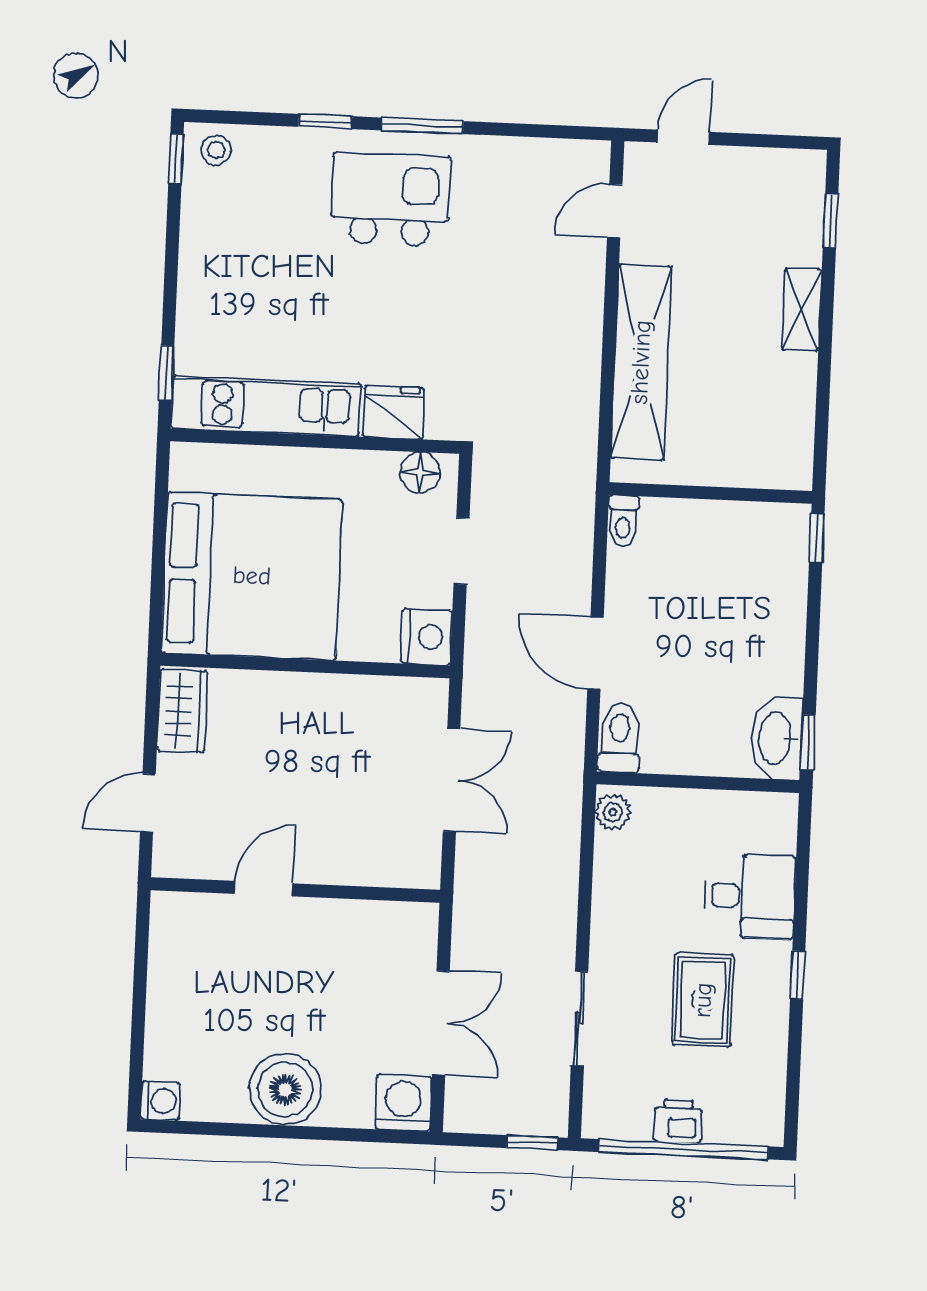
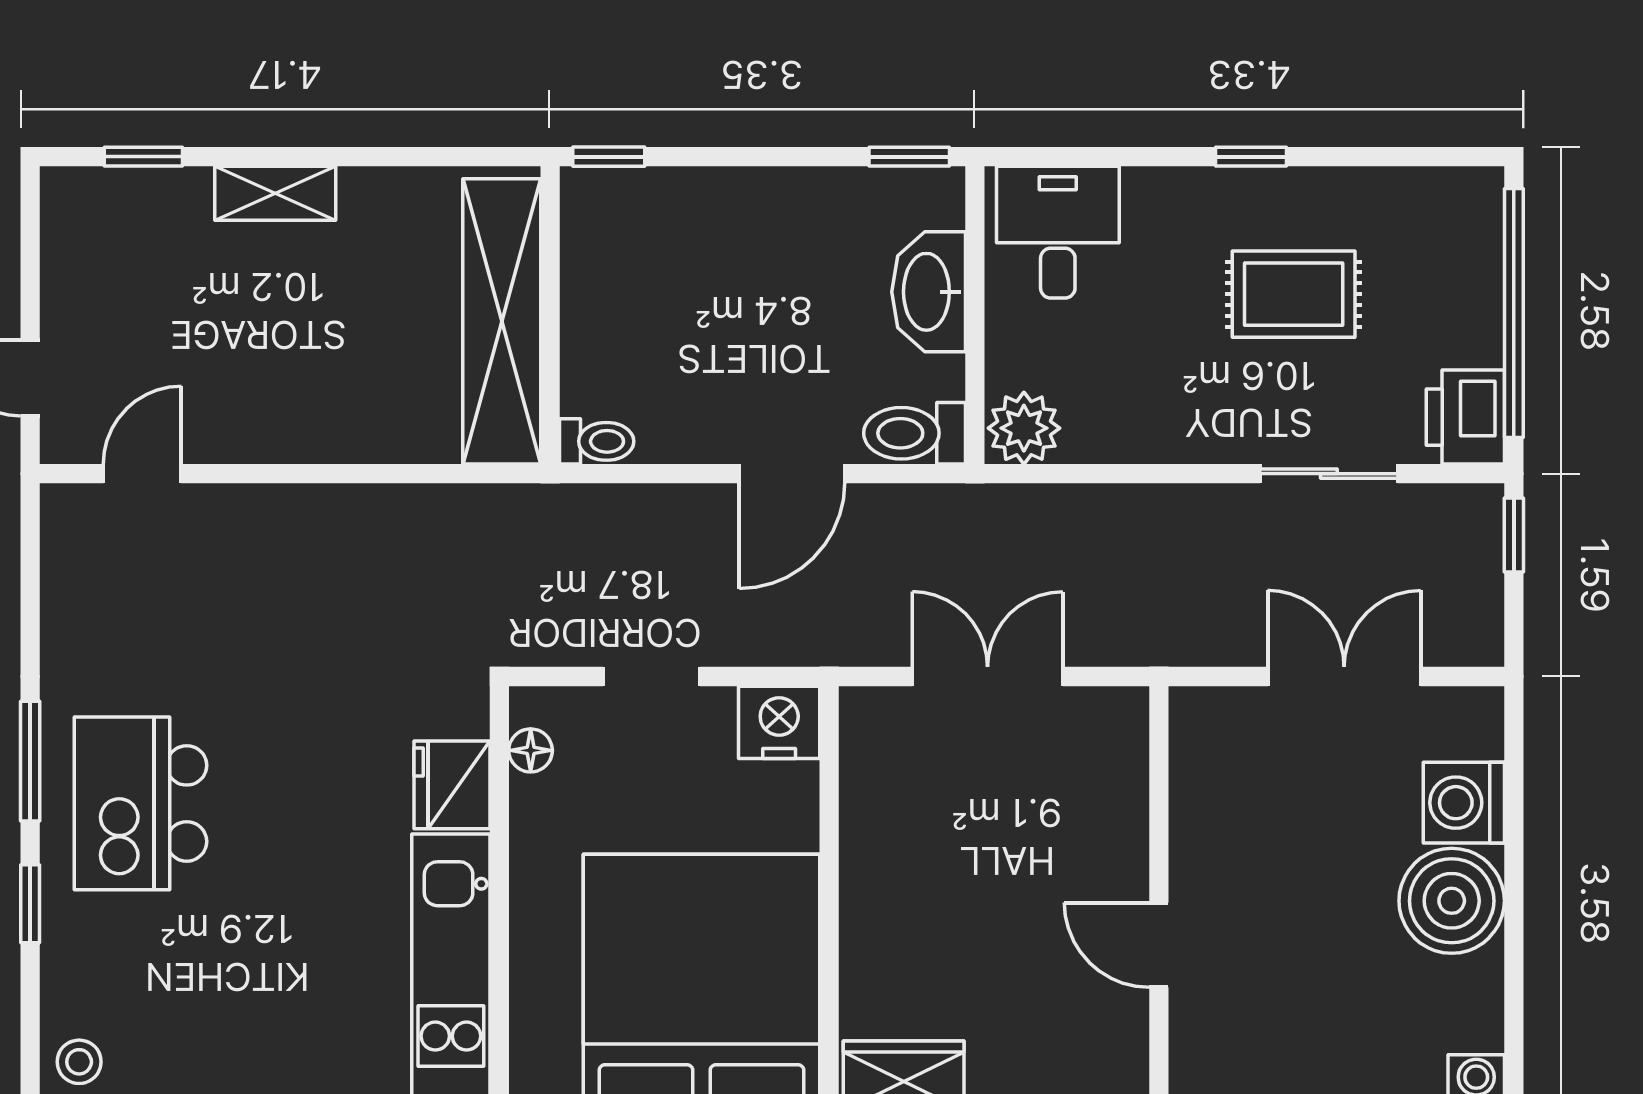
door: (615, 211) -> (142, 474), swing flipped
shelving: (641, 362) -> (502, 321), moved, turned 90
floor lamp: (420, 472) -> (531, 750), width x0.73, depth x0.73
washbasin: (776, 738) -> (929, 292), moved, turned 90
plant: (613, 812) -> (1024, 428), width x1.38, depth x1.38
desk: (750, 896) -> (1058, 232), moved
washing machine: (403, 1103) -> (1464, 803), moved
printer: (678, 1121) -> (1465, 417), moved, width x1.36, depth x1.24

